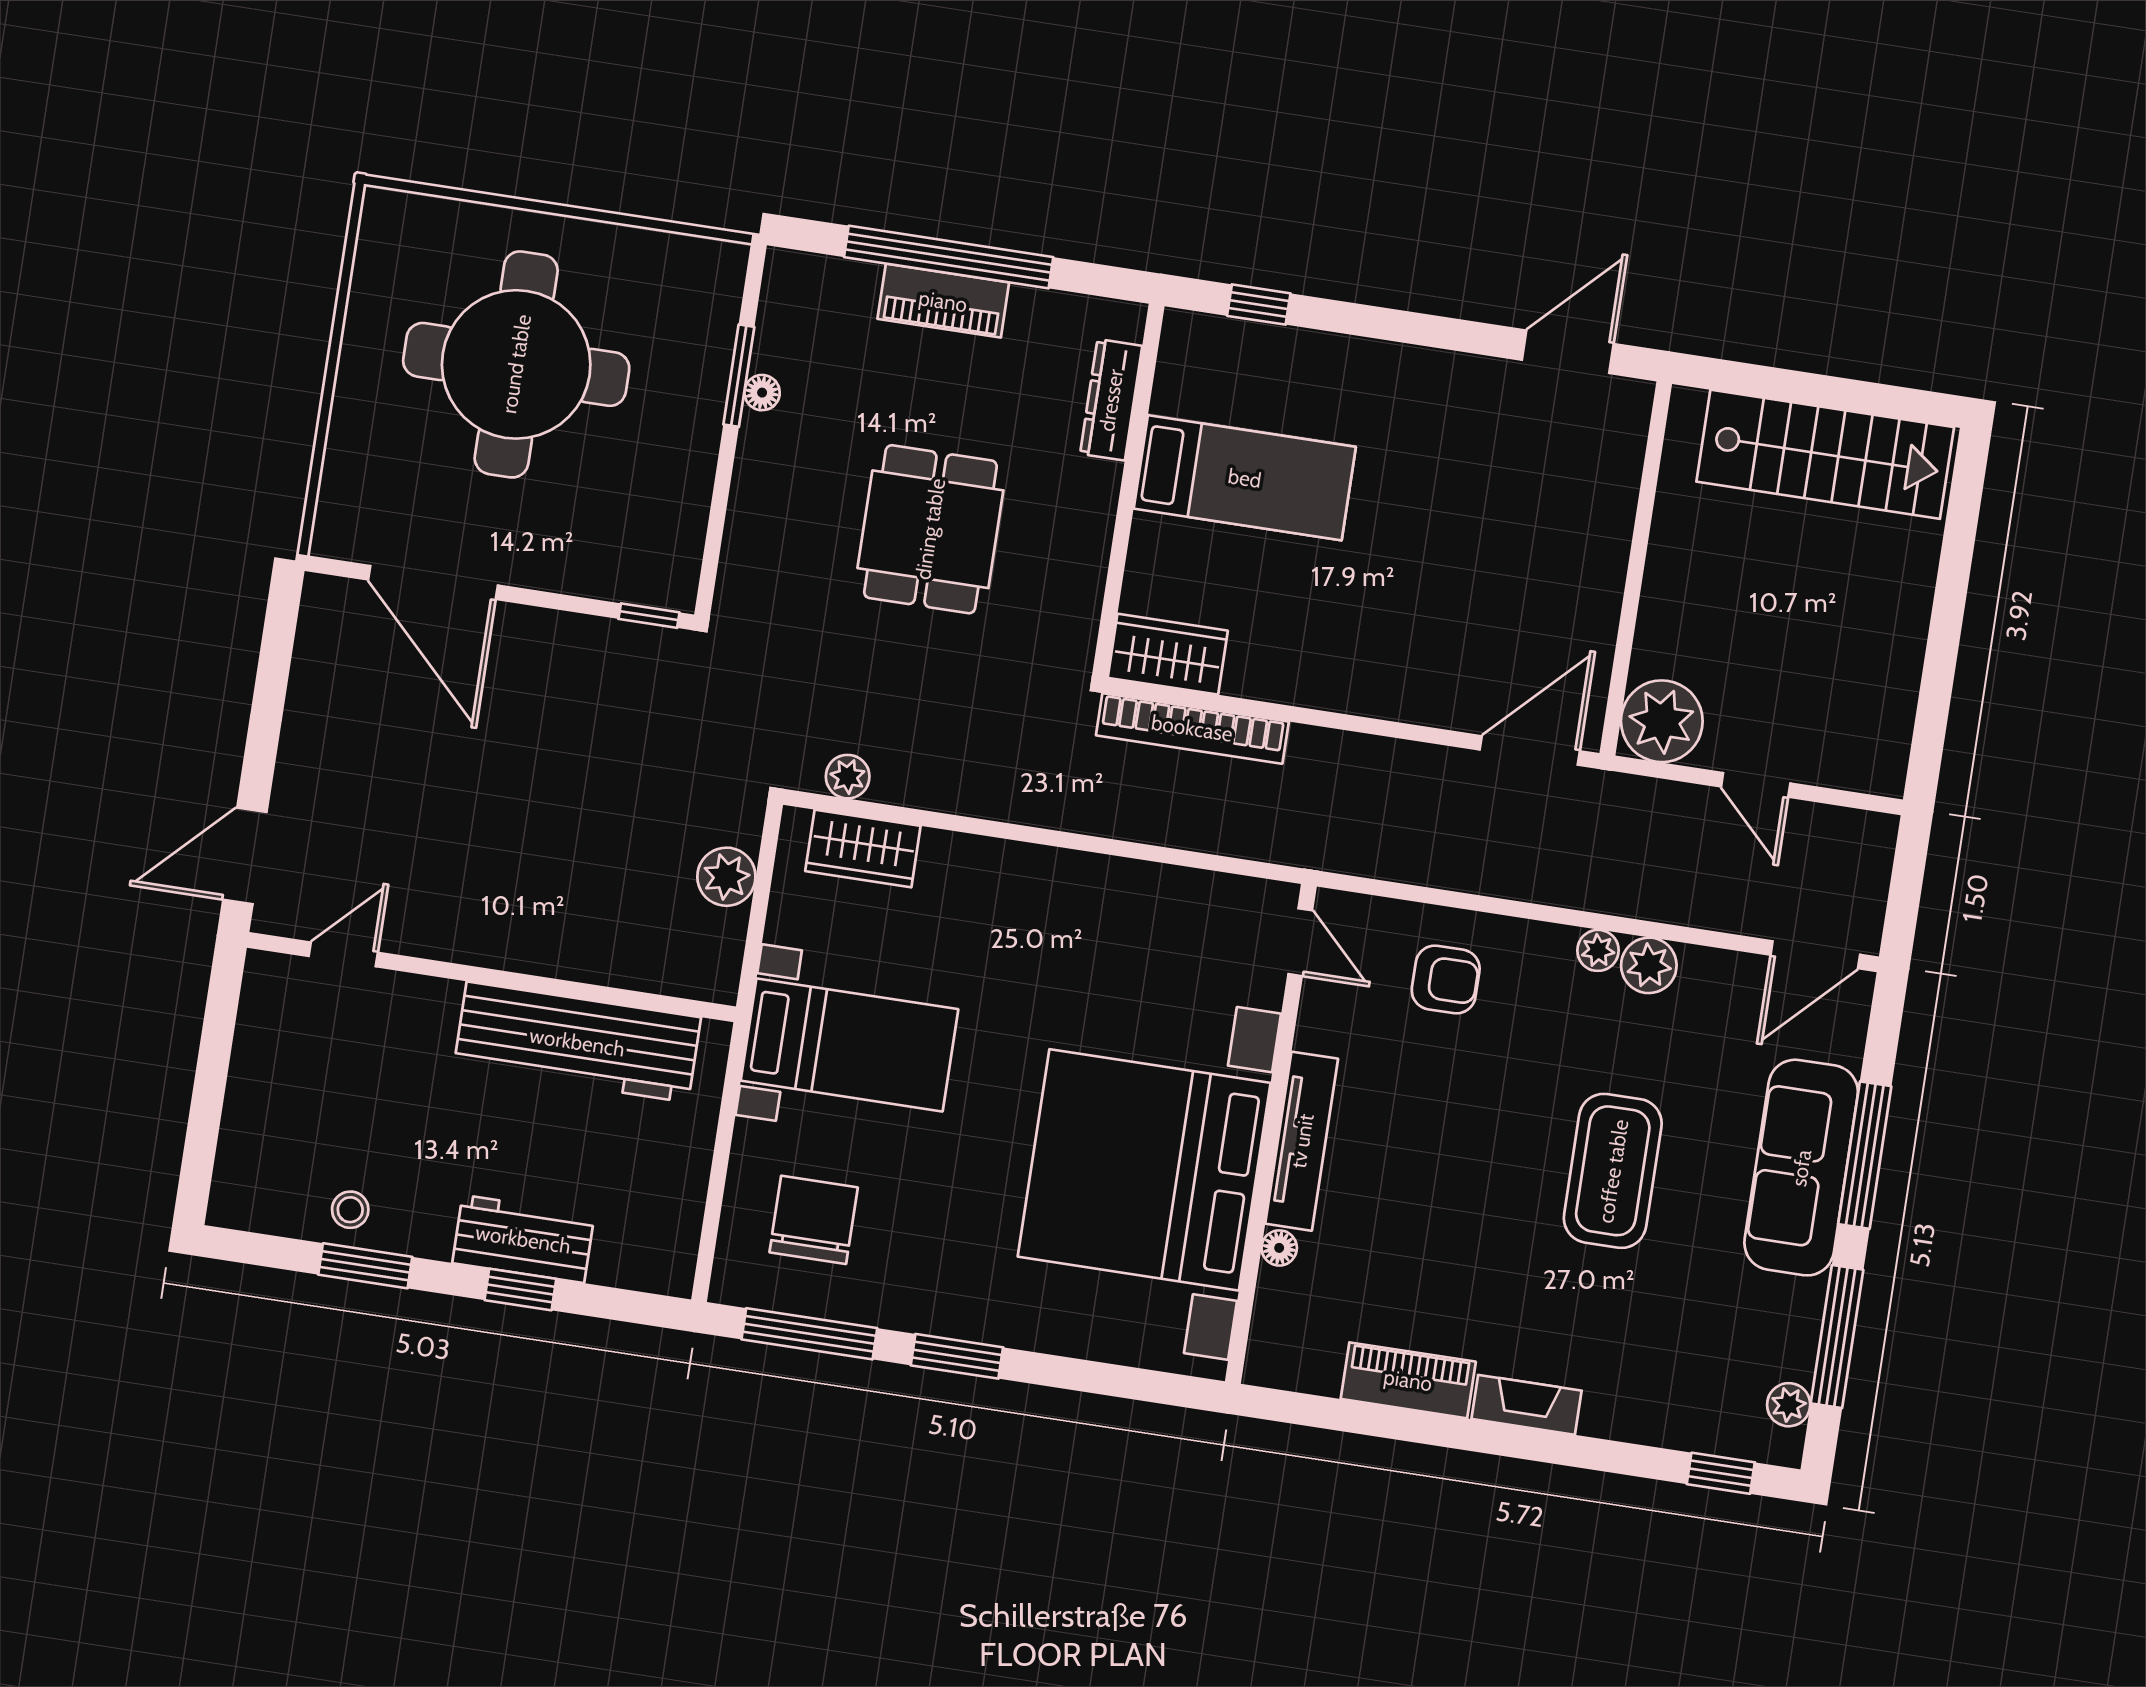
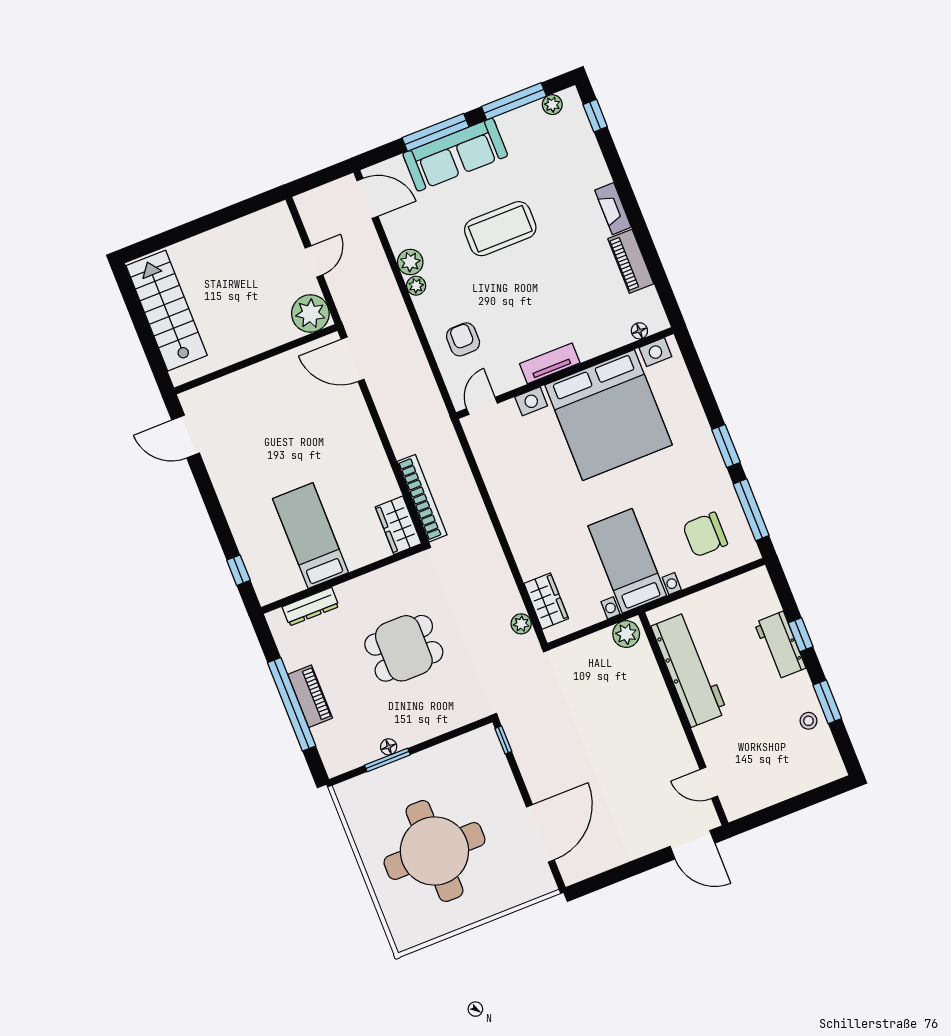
plant: (726, 877) -> (626, 634), moved
tv unit: (1302, 1141) -> (550, 363), width x0.71
floor lamp: (1279, 1248) -> (639, 331), moved

